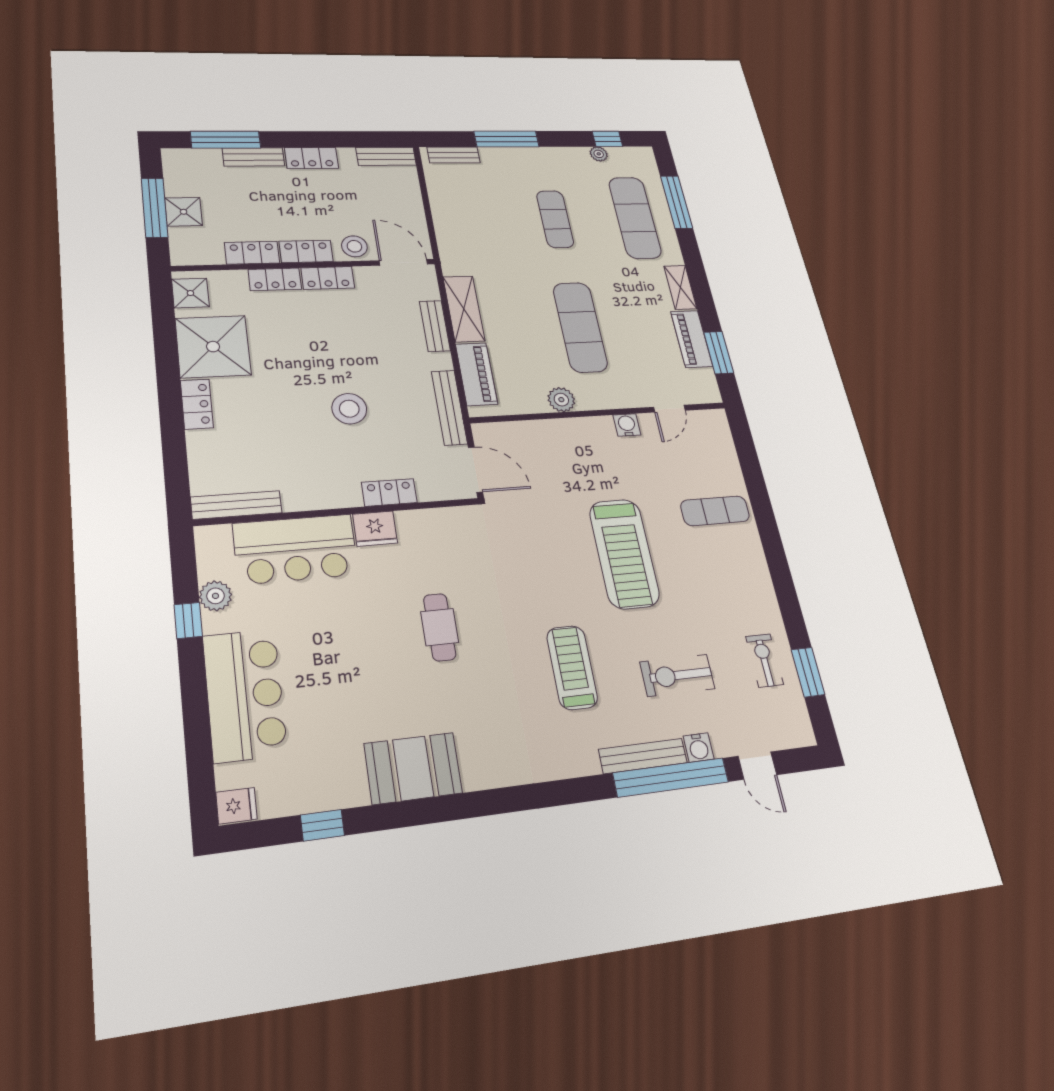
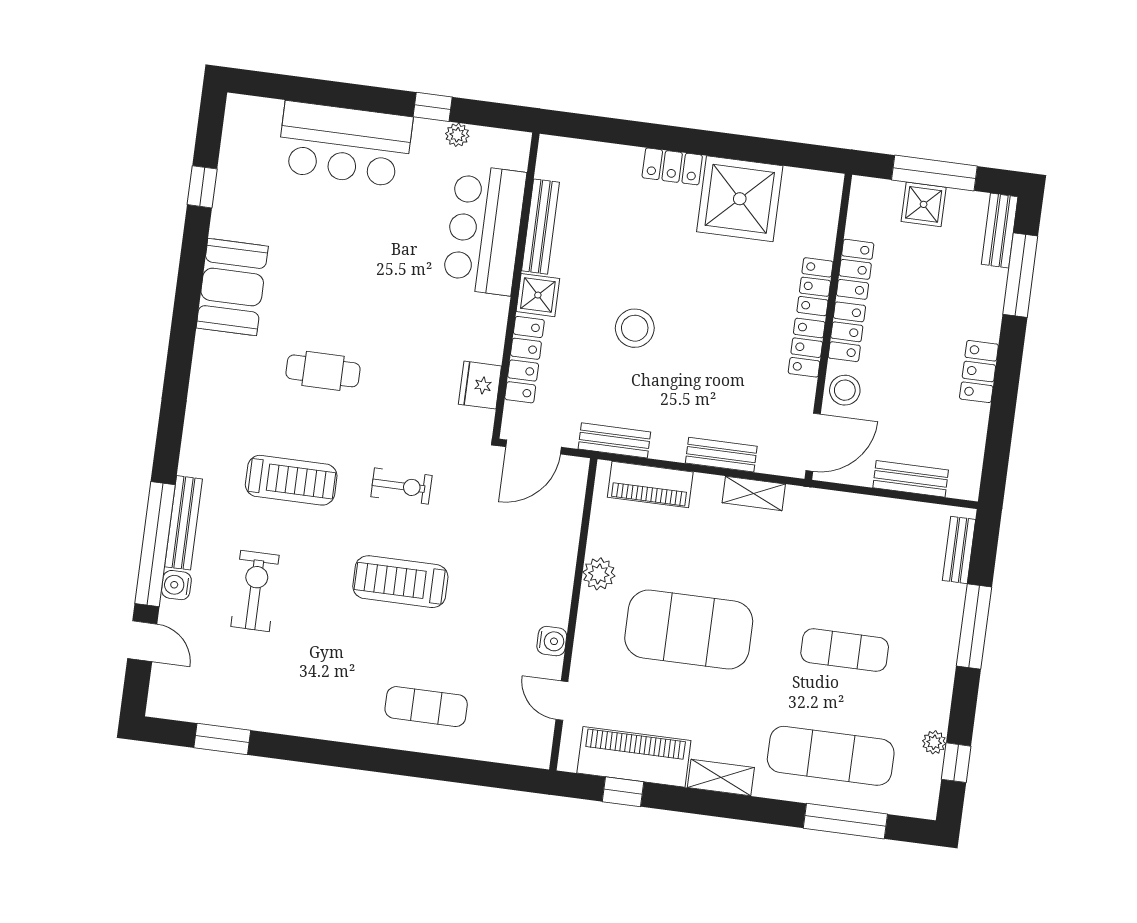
bench: (386, 156) -> (911, 479), moved, turned 90
bench: (254, 157) -> (1000, 231), moved
shower: (190, 293) -> (538, 295), moved
shelving: (464, 309) -> (754, 493), width x0.67, depth x0.75
exercise mat: (580, 327) -> (689, 630), width x1.47
piano: (692, 339) -> (634, 757), width x1.37, depth x1.33
window: (719, 353) -> (623, 792), width x0.67
bench: (449, 407) -> (614, 440), width x0.73
locker: (389, 492) -> (525, 360), width x1.53
bench: (236, 505) -> (541, 227), moved
exercise mat: (715, 511) -> (426, 707), turned 90
fridge: (375, 529) -> (480, 385), moved
treadmill: (624, 553) -> (400, 582), width x0.73, depth x0.73
plant: (215, 596) -> (457, 135), width x0.73, depth x0.73
cafe table: (440, 627) -> (323, 371), moved
exercise bike: (764, 660) -> (401, 486), moved
door: (757, 766) -> (142, 641), swing flipped
fridge: (236, 806) -> (241, 113), removed

